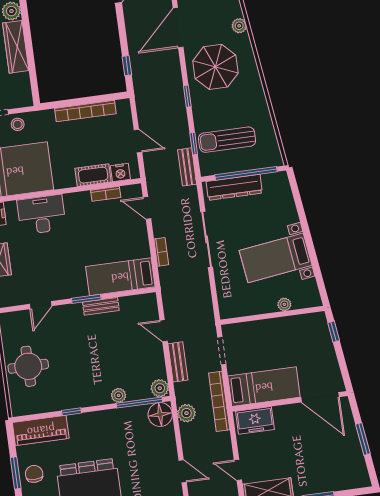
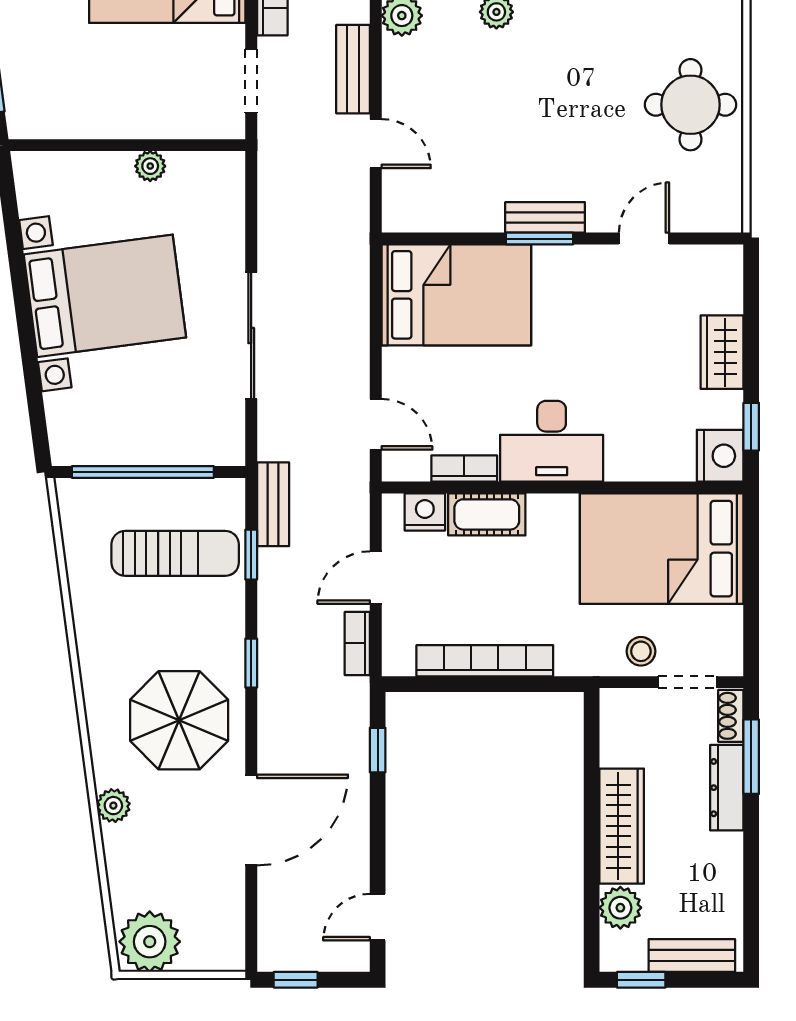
door: (138, 141) -> (376, 578), hinge flipped
dresser: (234, 187) -> (174, 444), removed
desk: (42, 215) -> (552, 441), moved
bookcase: (161, 252) -> (357, 643), moved
bed with nightstands: (276, 258) -> (105, 296), width x1.36
bed: (120, 277) -> (456, 295), width x1.50
plant: (284, 304) -> (150, 166), moved
bench: (101, 306) -> (545, 217), moved

